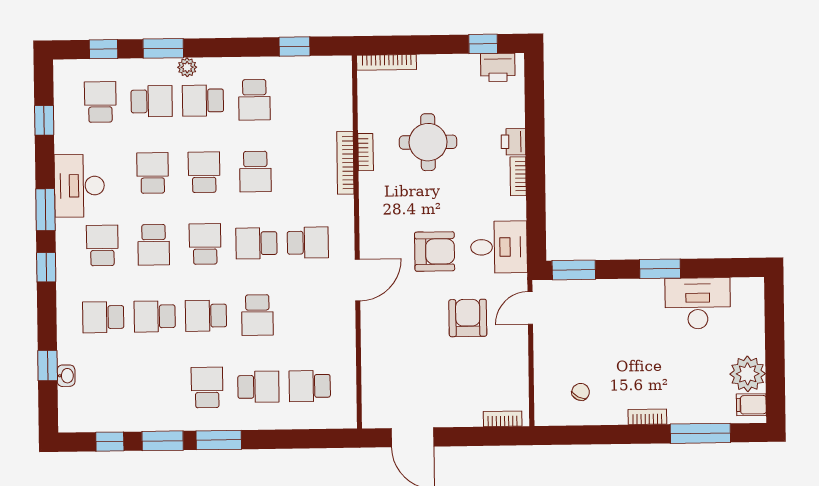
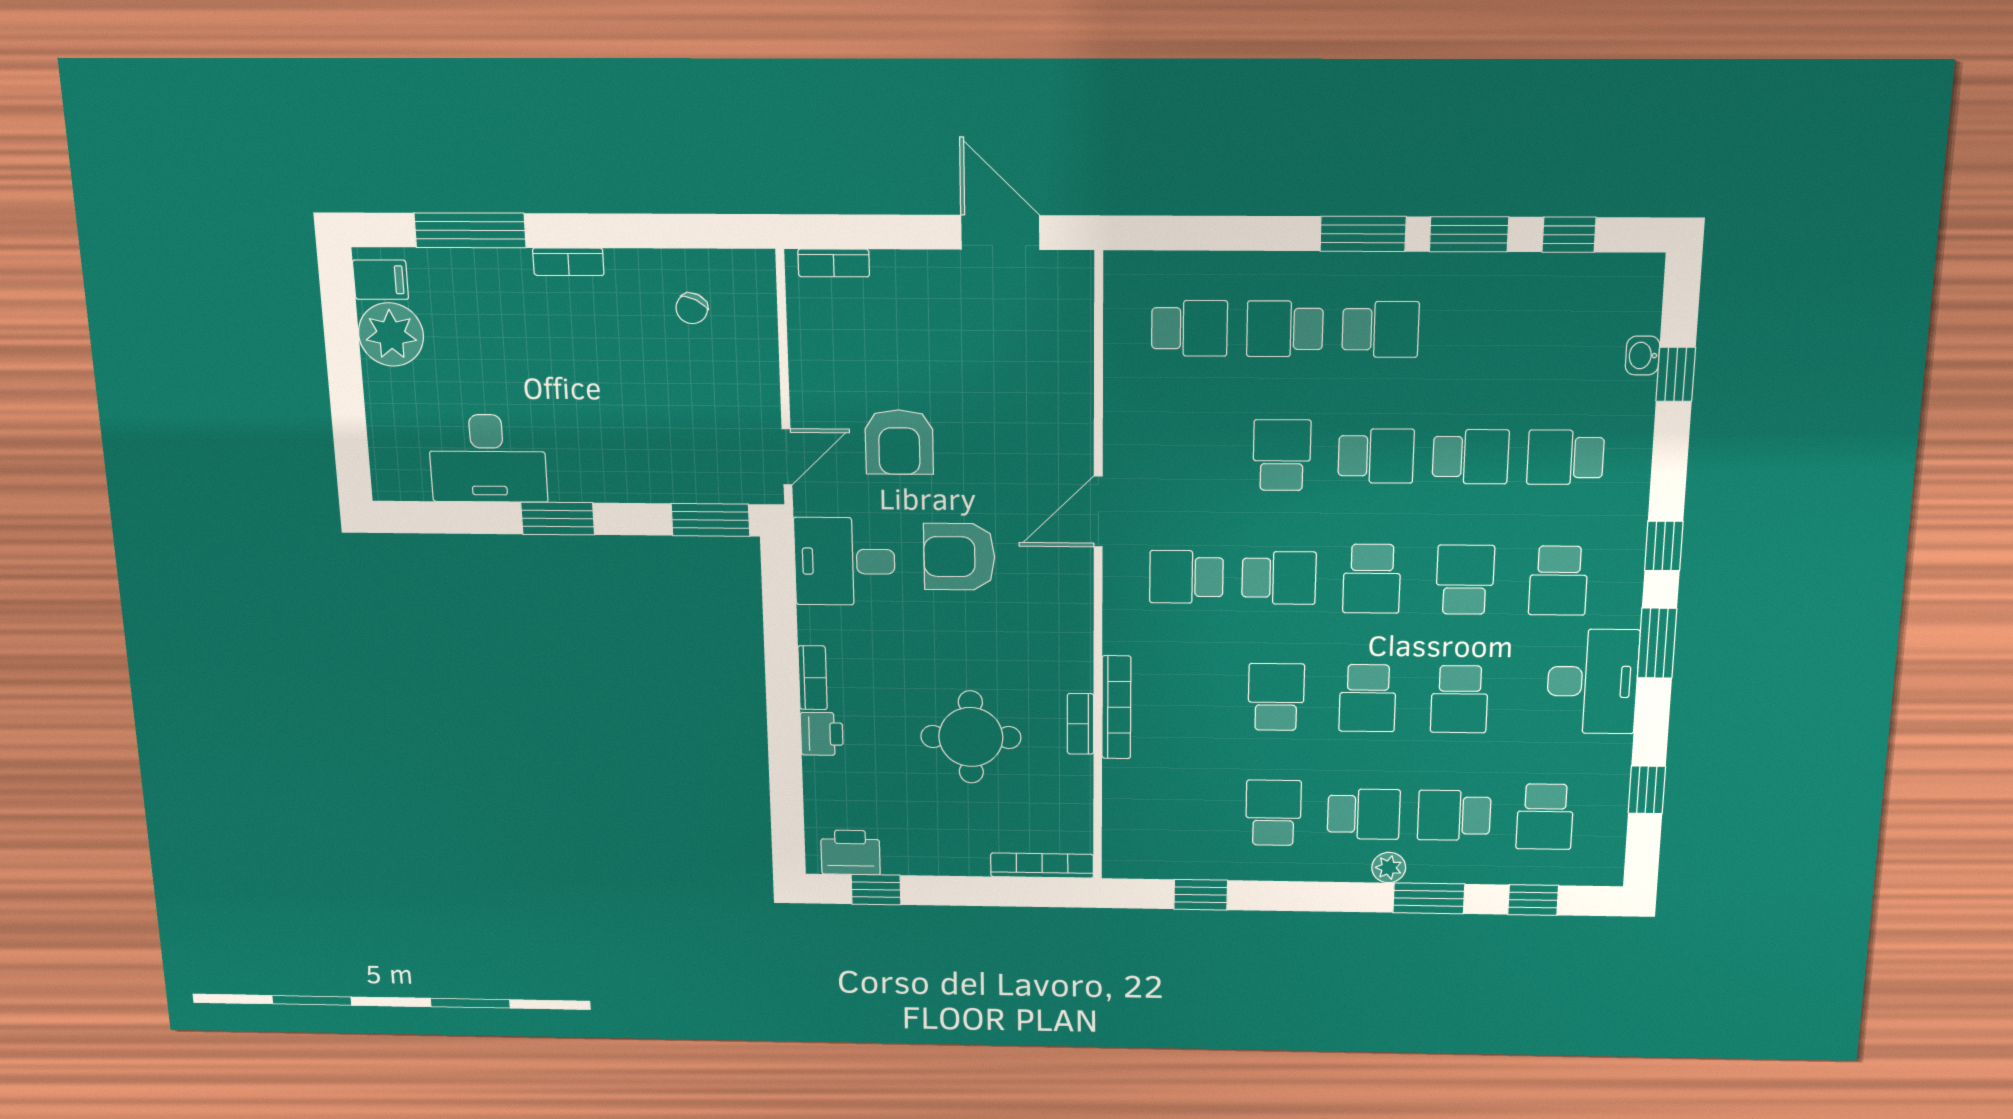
school desk: (103, 317) -> (1565, 457), turned 180
school desk: (207, 387) -> (1380, 329), turned -90

